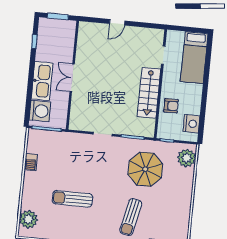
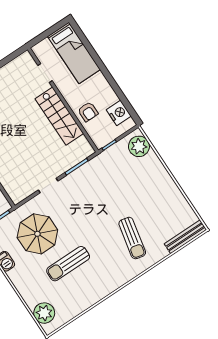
armchair: (171, 106) -> (88, 112), turned 90
parasol: (145, 169) -> (37, 234), moved

